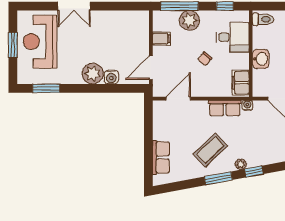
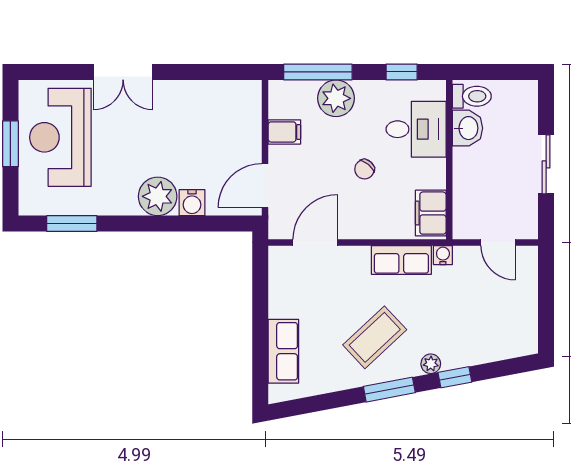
washbasin: (261, 59) -> (468, 128), moved

